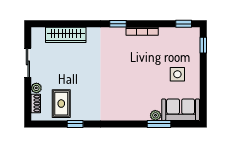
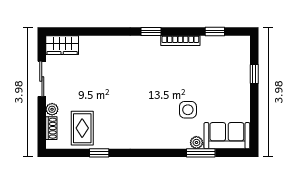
window: (184, 24) -> (215, 32), moved
wardrobe: (66, 35) -> (62, 45), moved, width x0.67
window: (203, 45) -> (254, 74), moved
side table: (177, 74) -> (188, 110), moved

